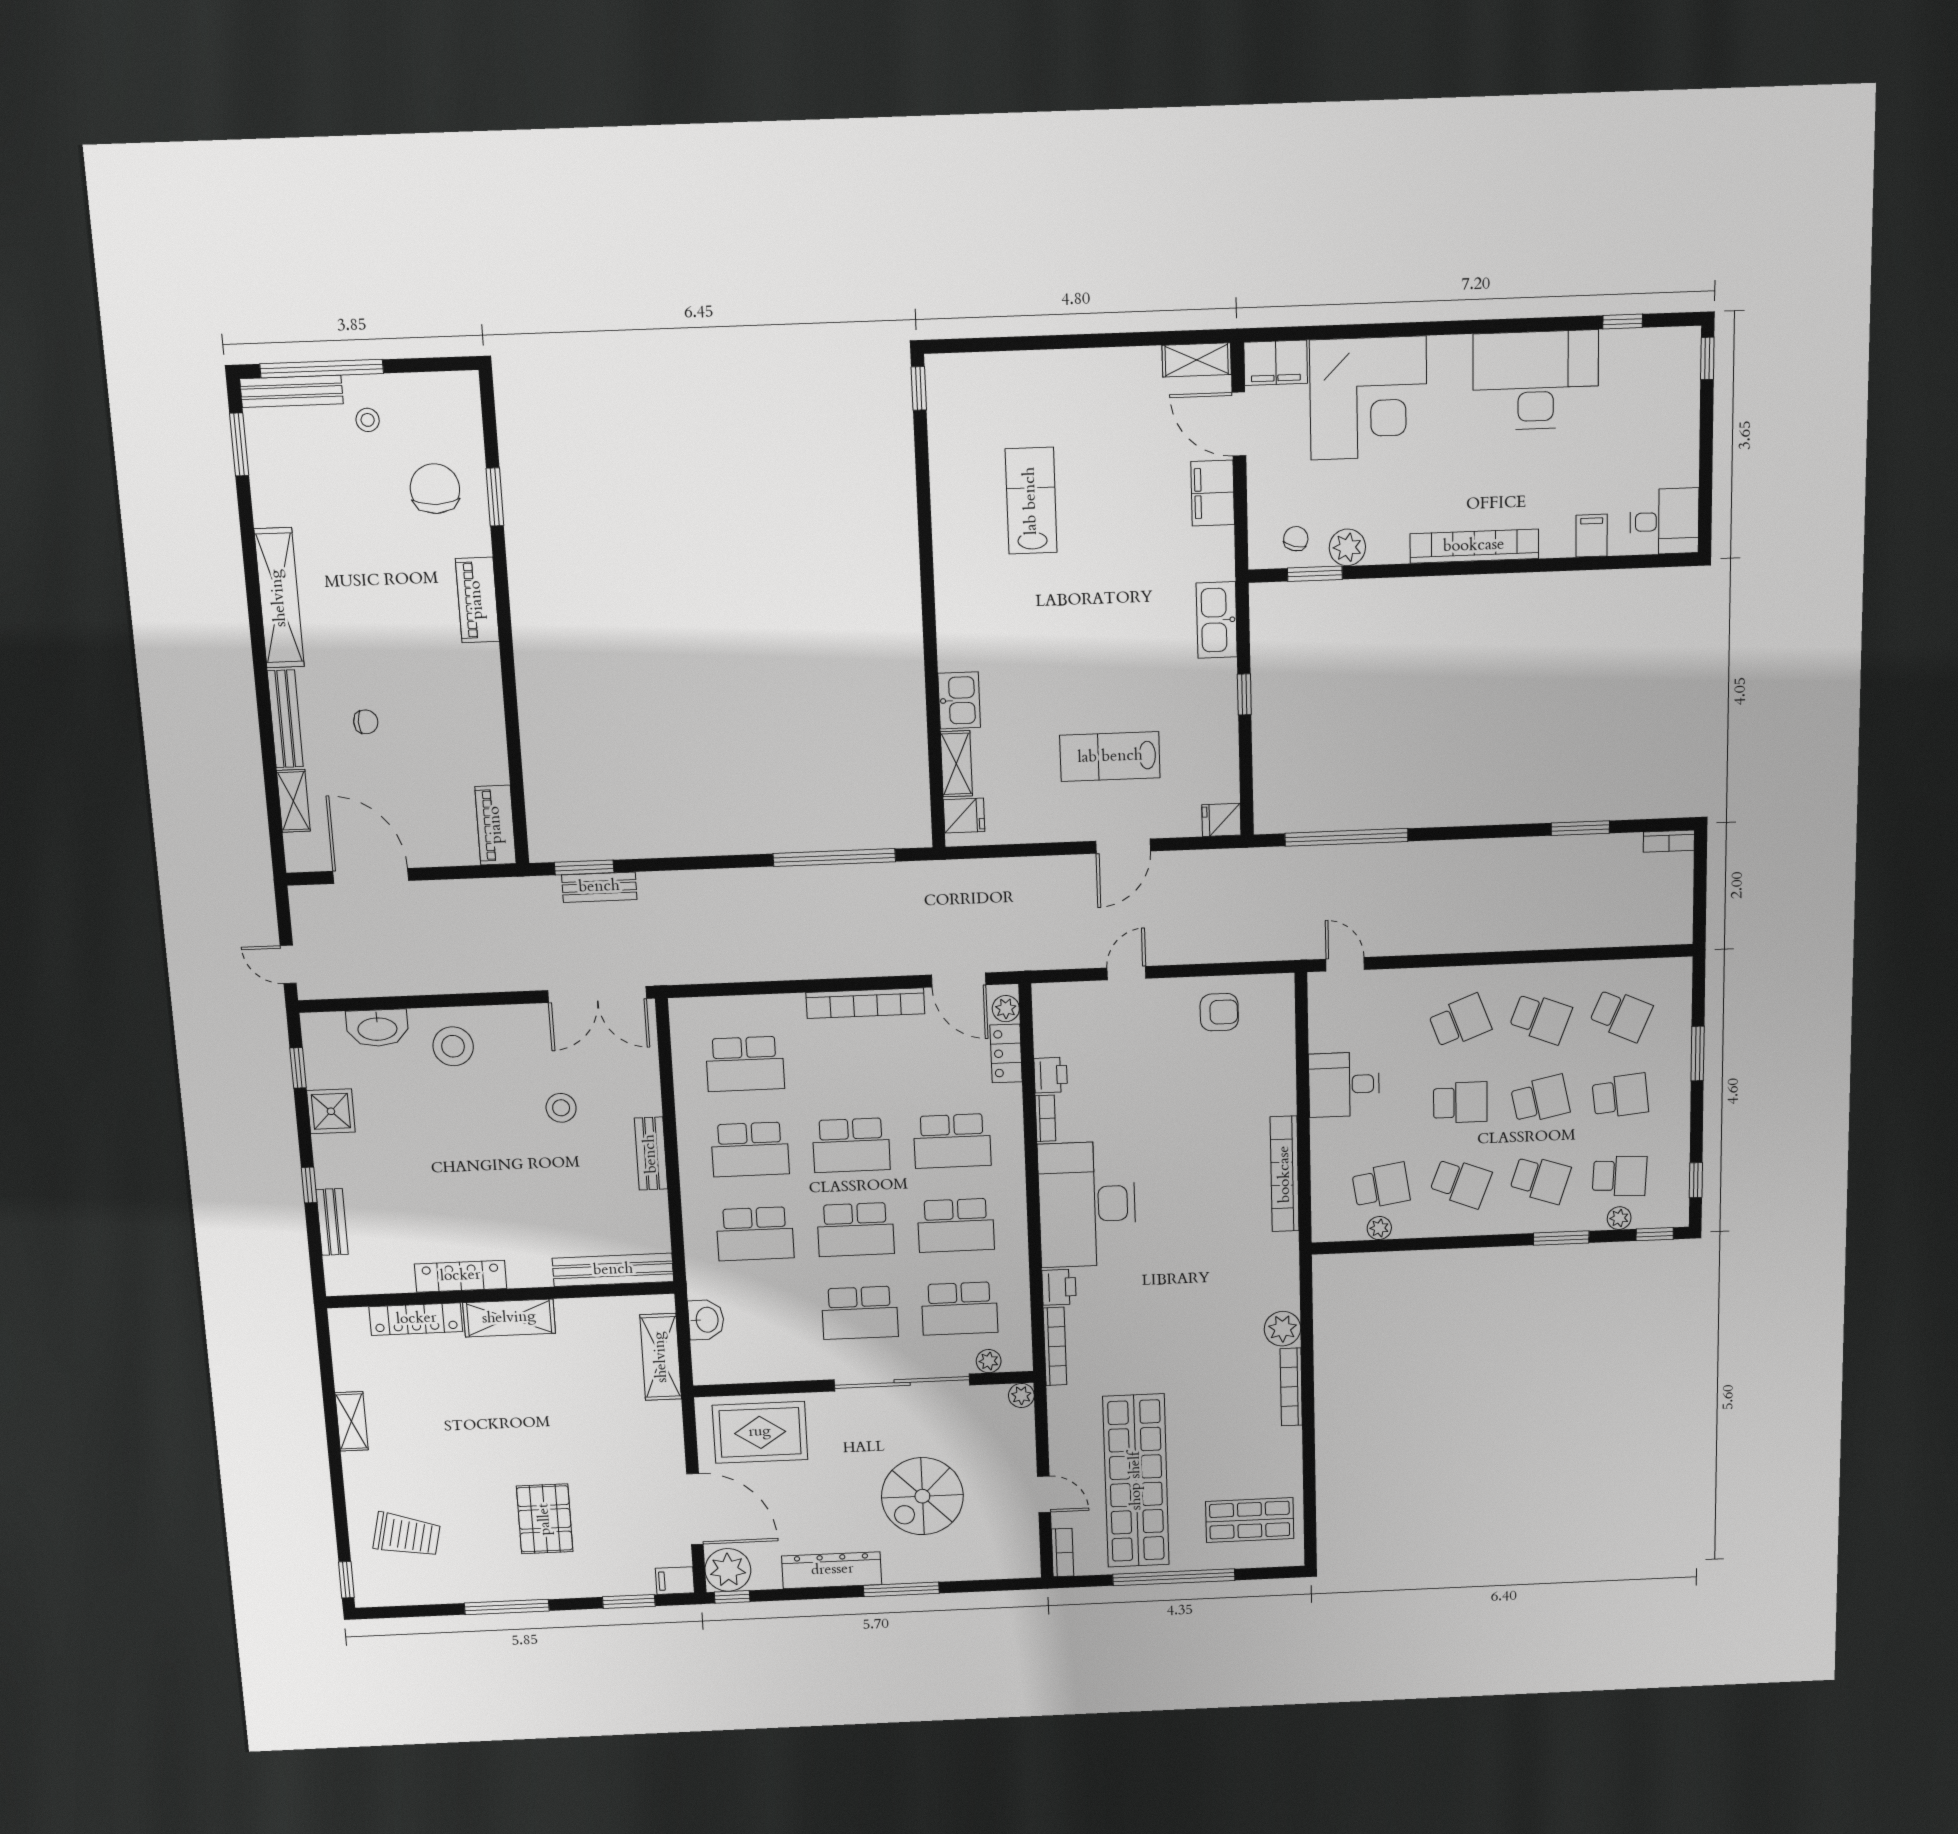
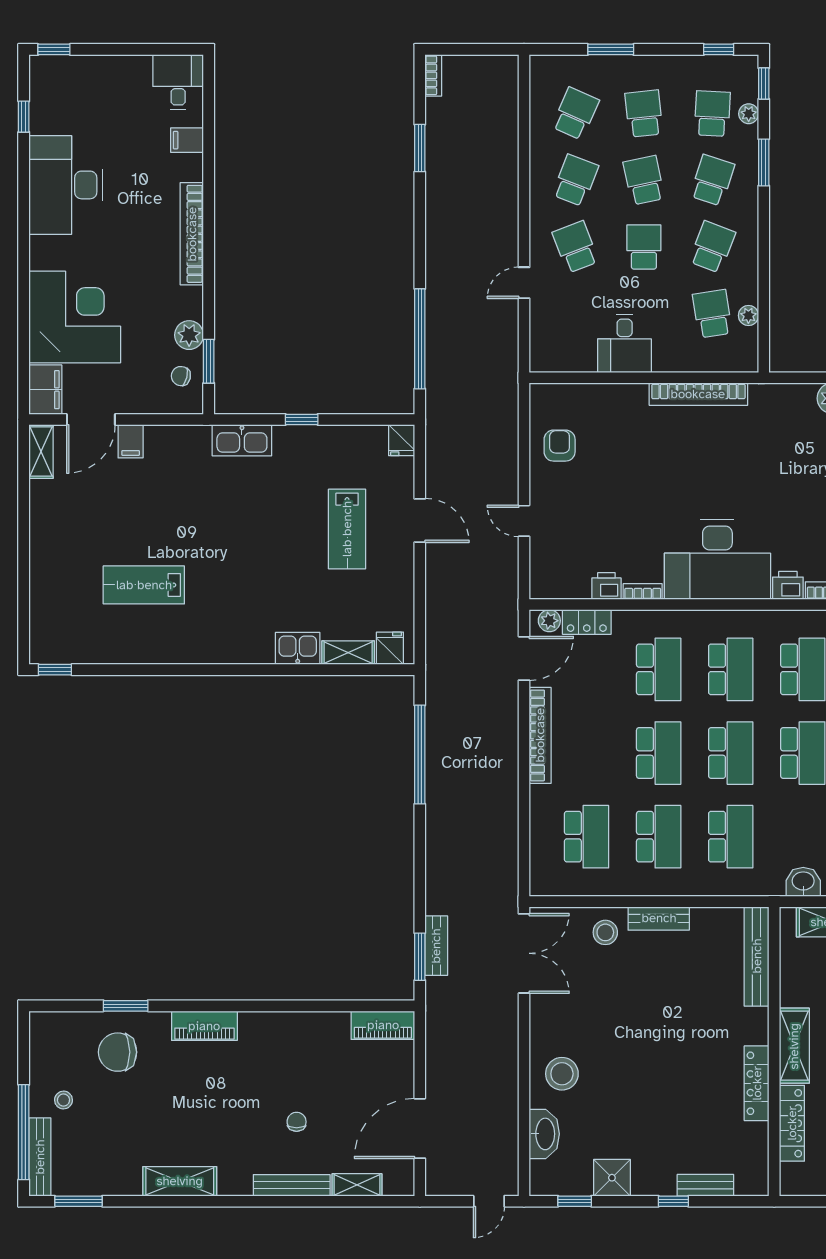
filing cabinet: (1213, 493) -> (131, 441), width x0.50
shelving: (279, 598) -> (180, 1181), width x0.68
door: (1345, 964) -> (524, 283), moved
stool: (561, 1108) -> (605, 932), moved

